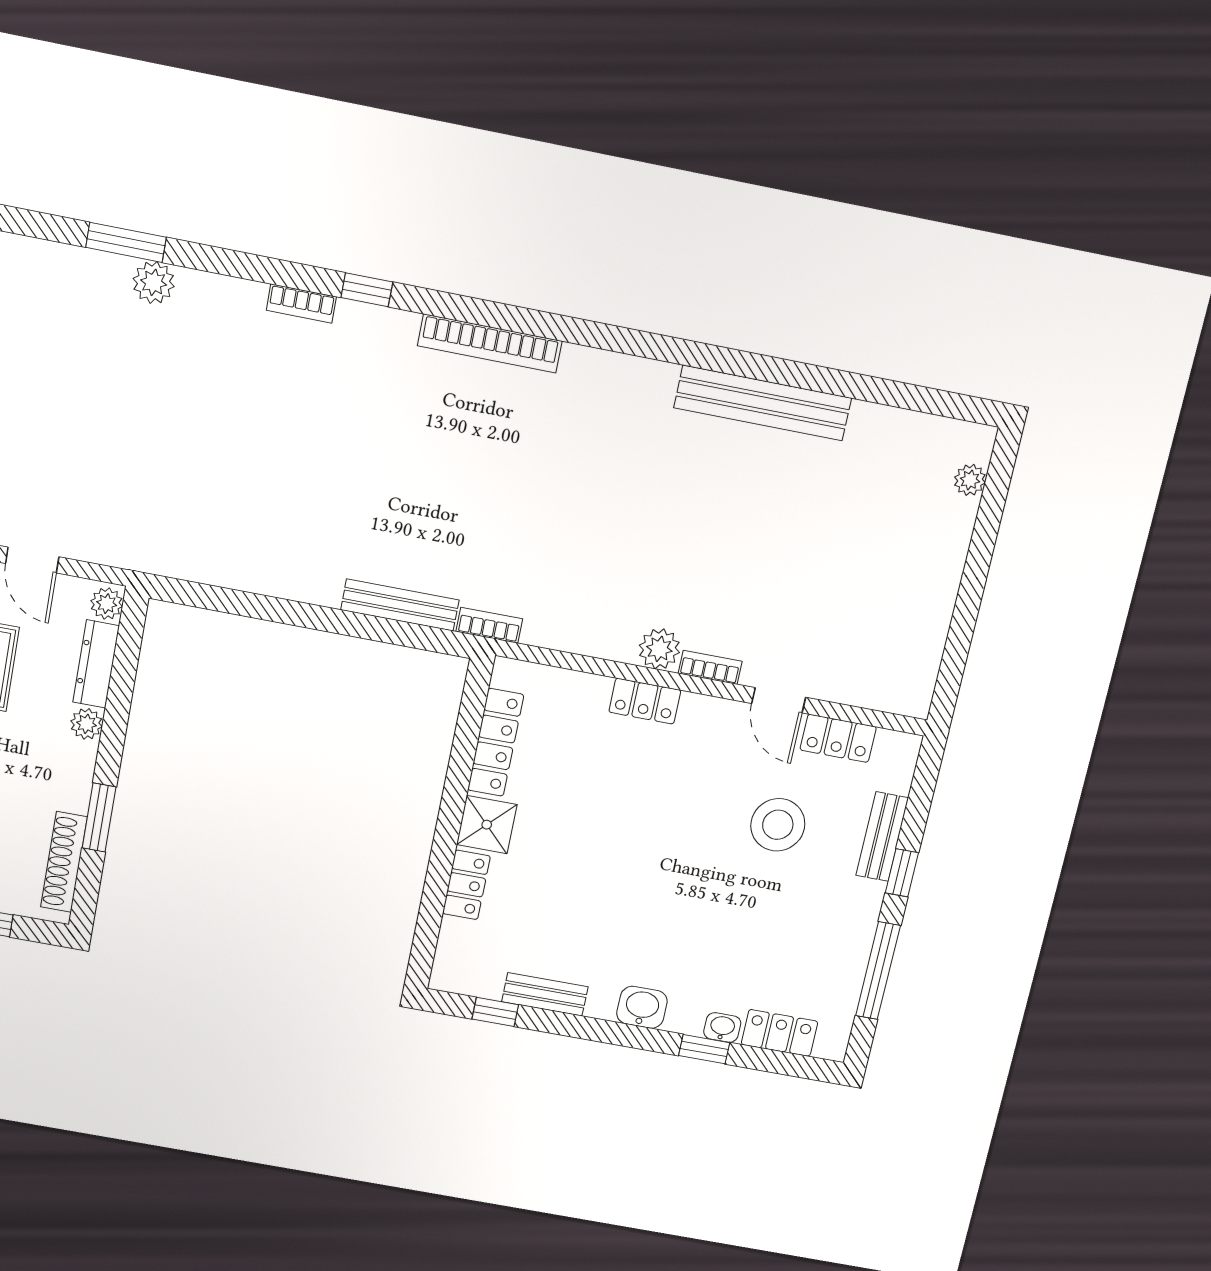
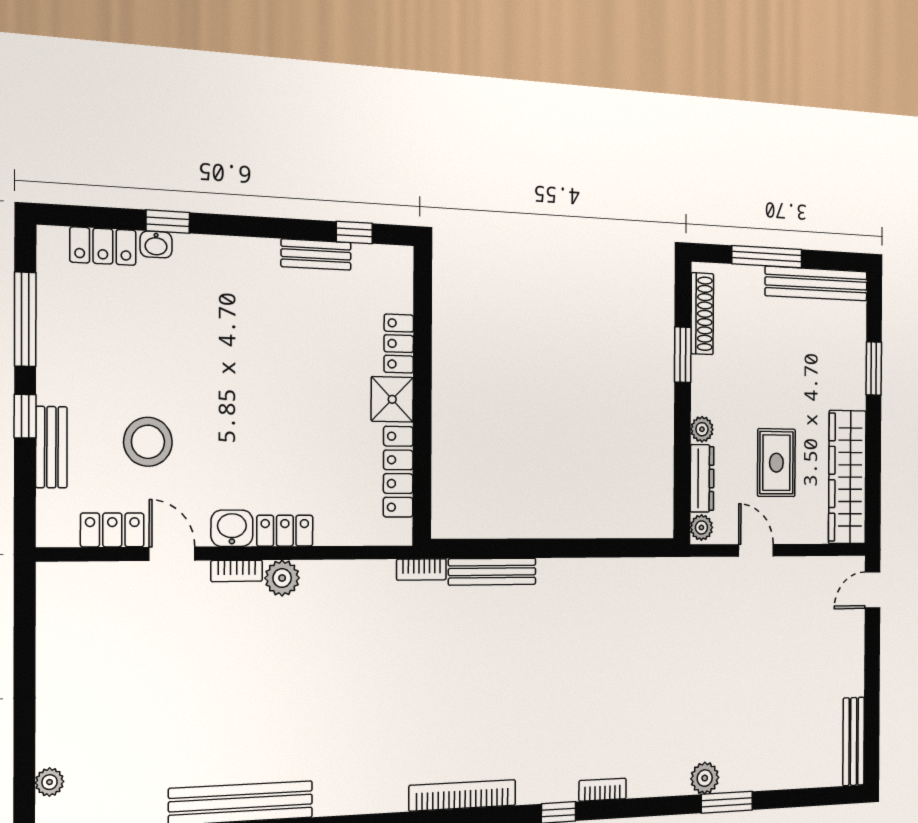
washbasin: (642, 1007) -> (232, 528), moved, turned 180

